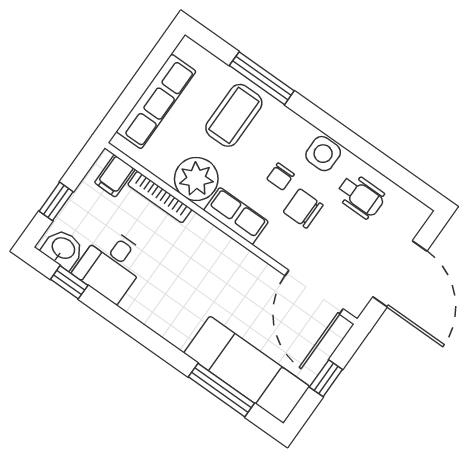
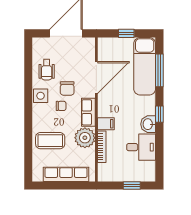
window: (262, 78) -> (28, 140), removed
filing cabinet: (115, 176) -> (106, 124), moved
wheelchair: (361, 196) -> (47, 70), turned 180
washbasin: (63, 249) -> (148, 124), moved
window: (69, 282) -> (159, 114), moved
door: (314, 292) -> (96, 77), moved

